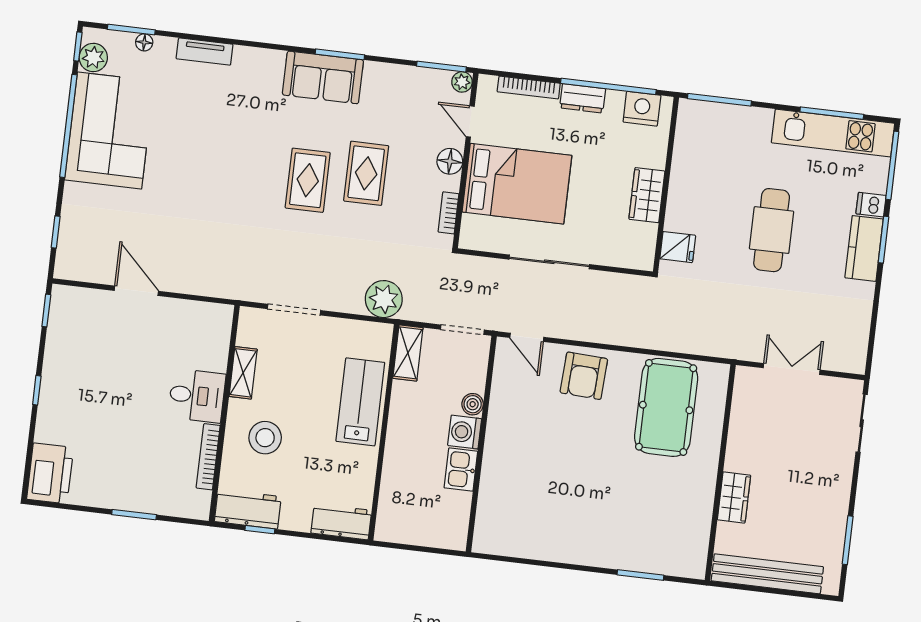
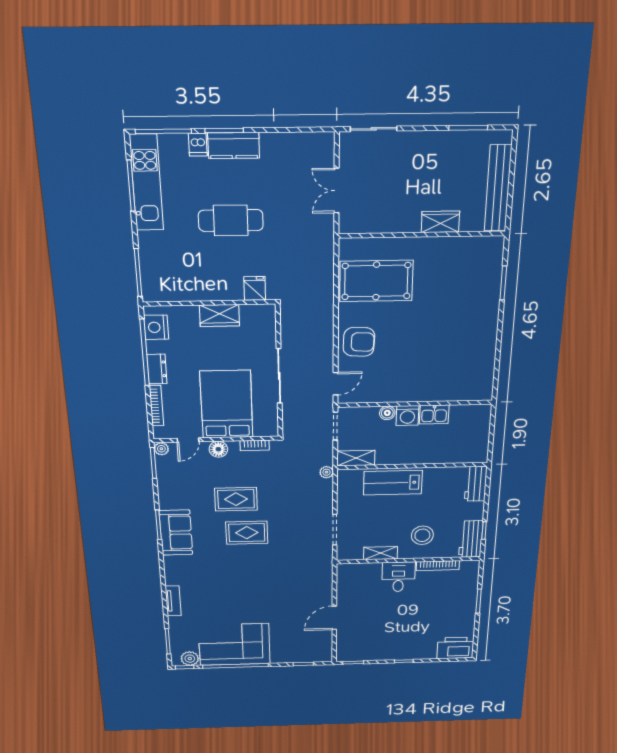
floor lamp: (144, 42) -> (174, 634), removed
plant: (384, 299) -> (326, 472), width x0.53, depth x0.53

